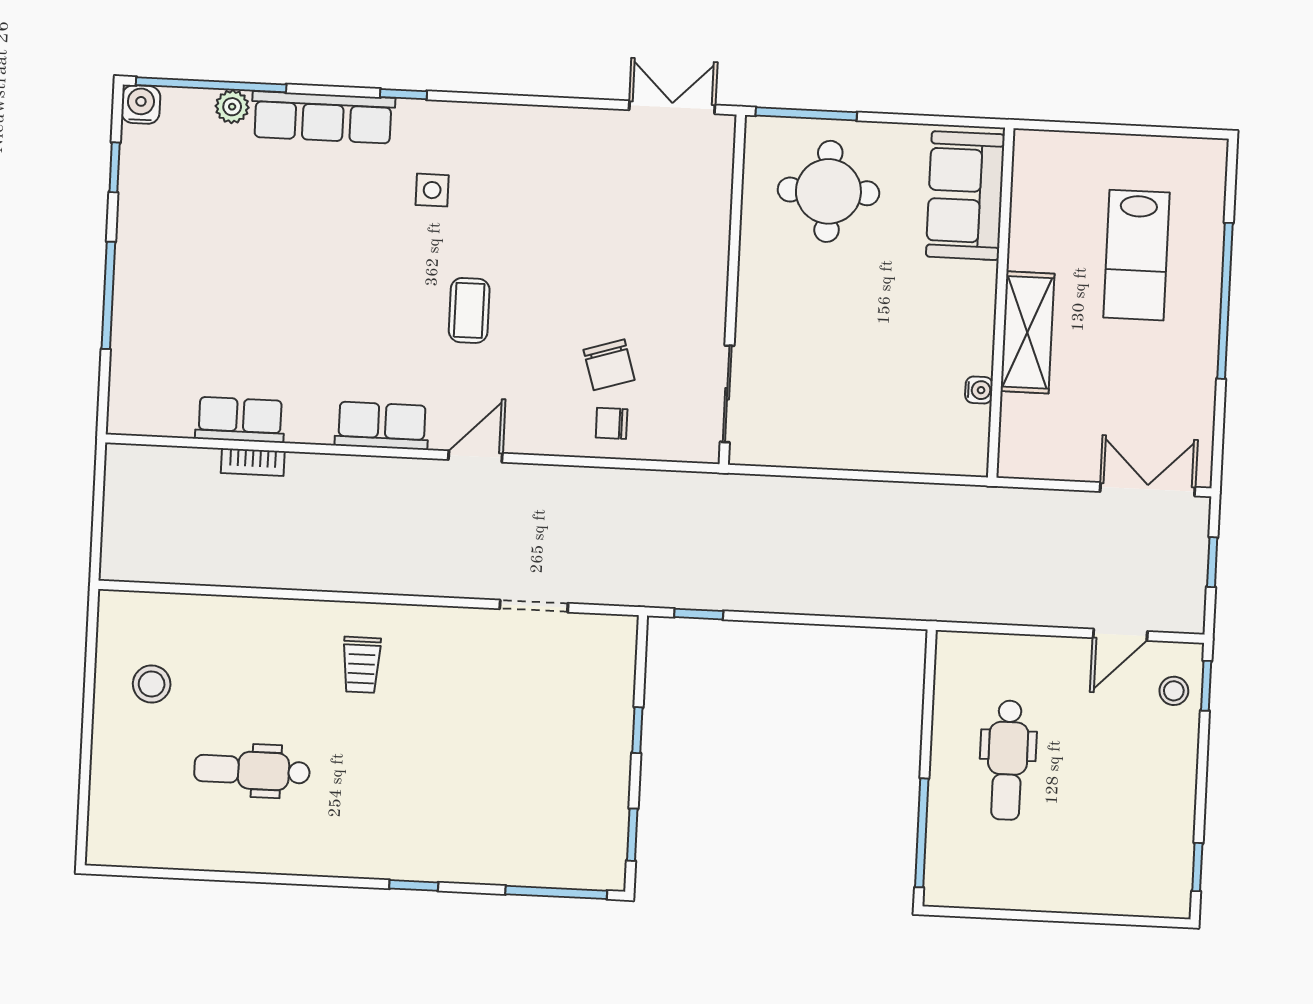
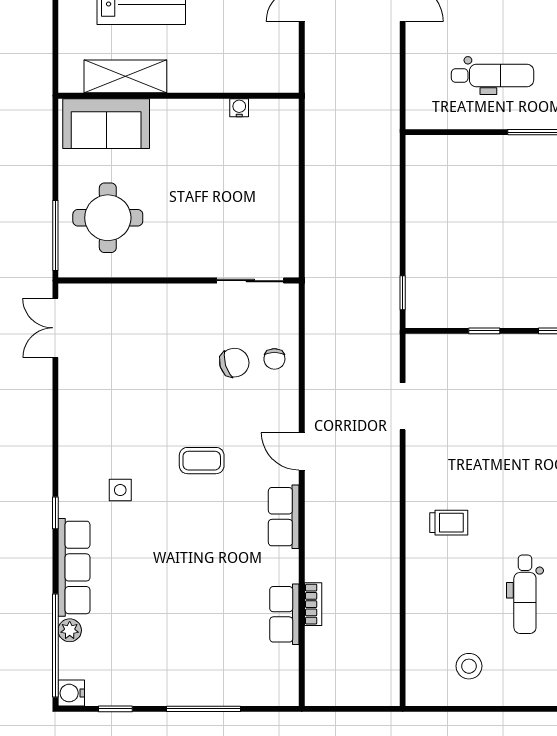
shelving: (1027, 332) -> (125, 76), moved

